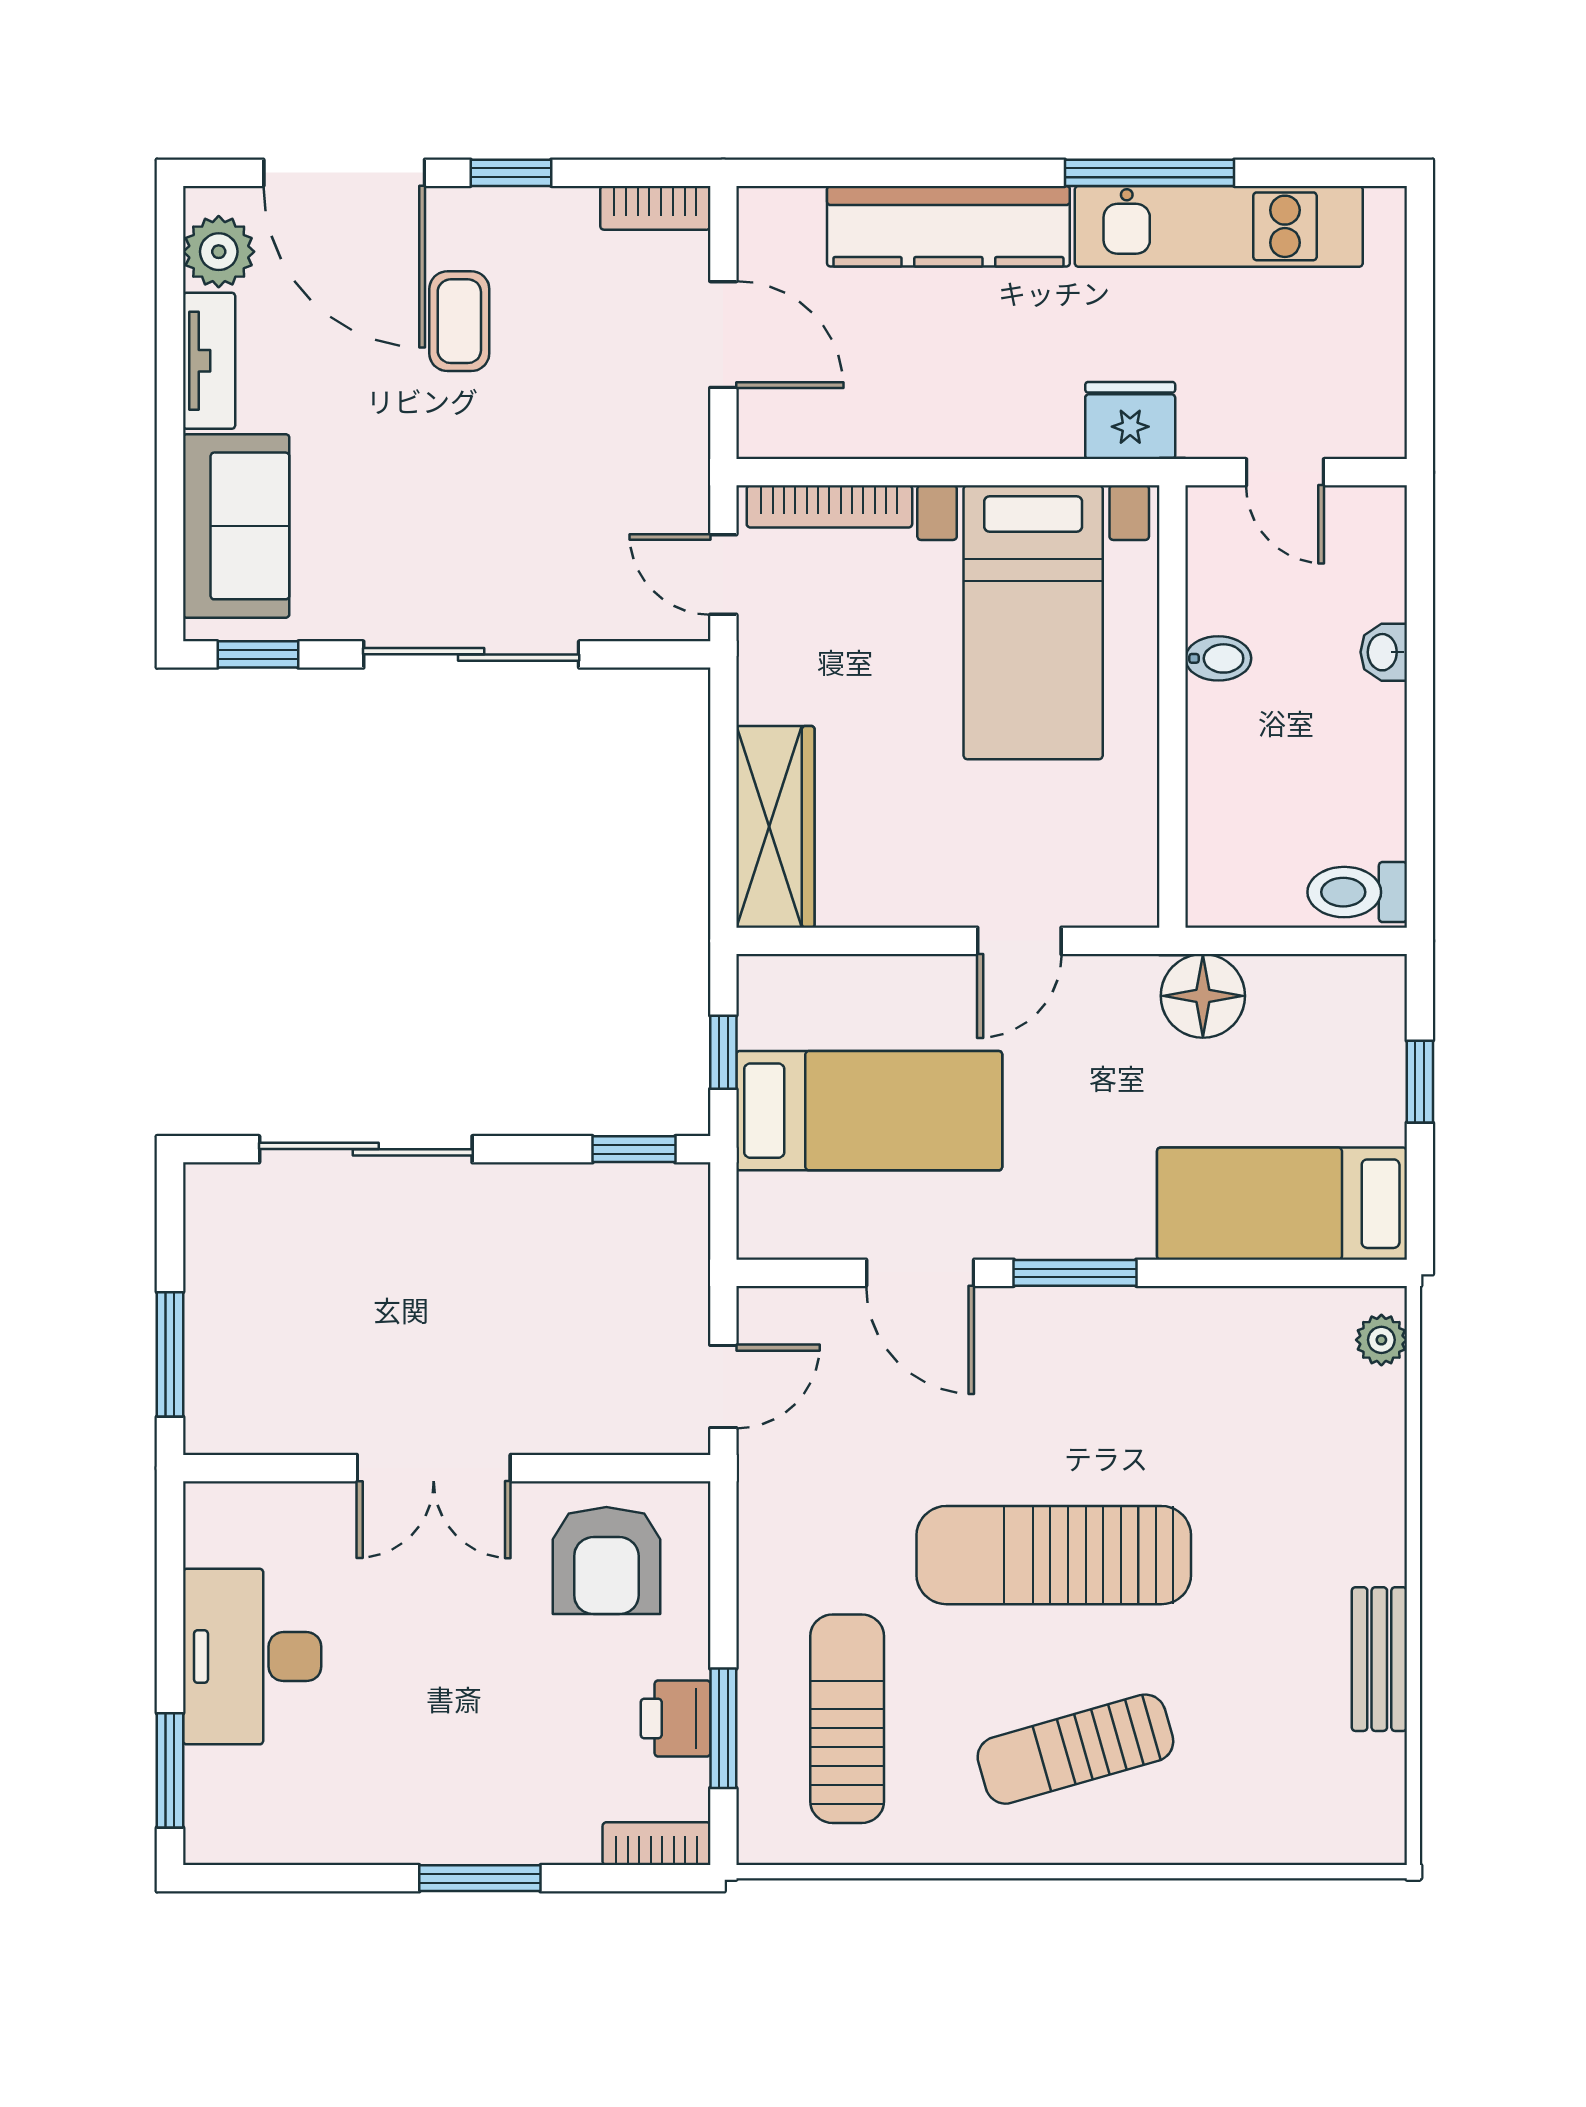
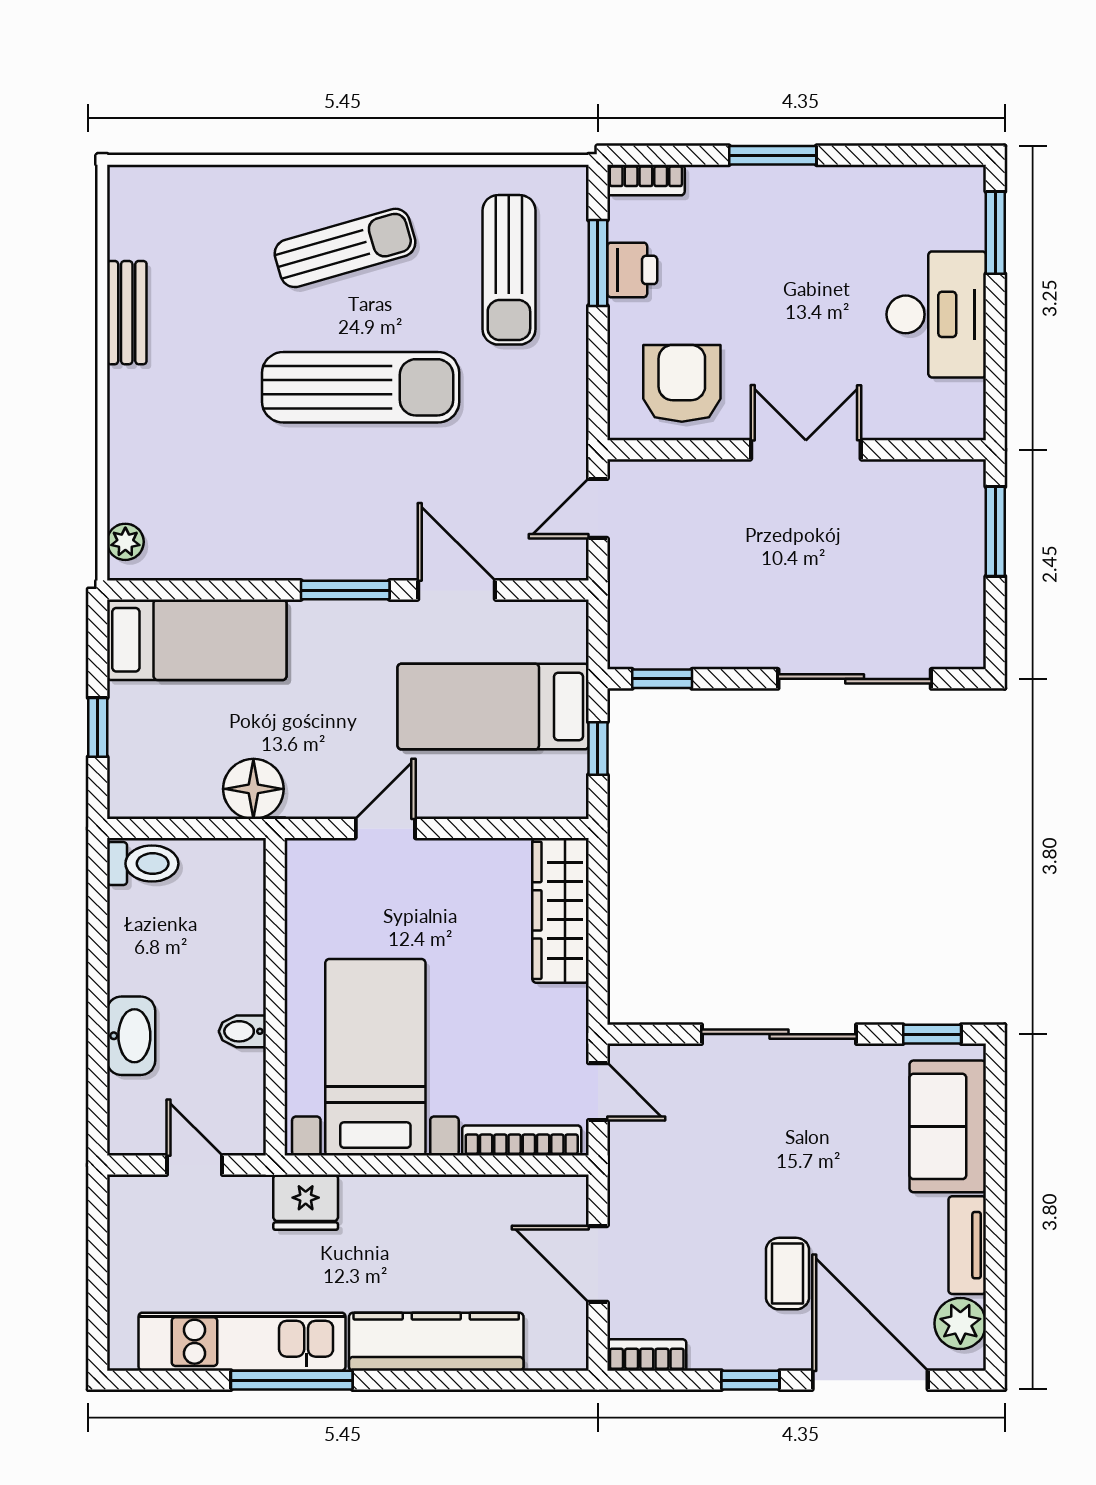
washbasin: (1384, 652) -> (131, 1036), width x1.91, depth x1.45

